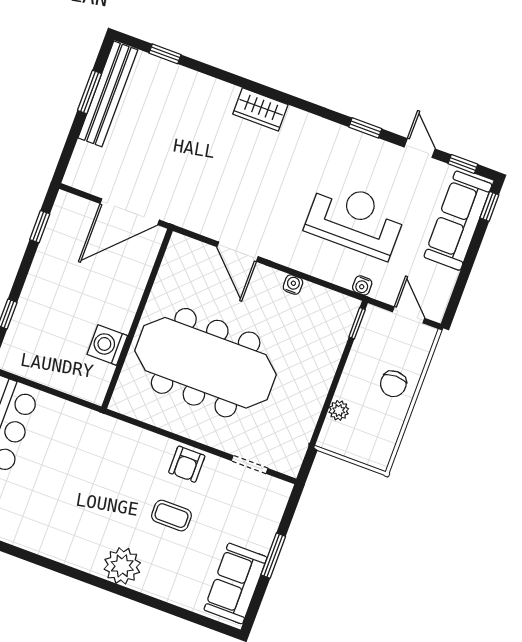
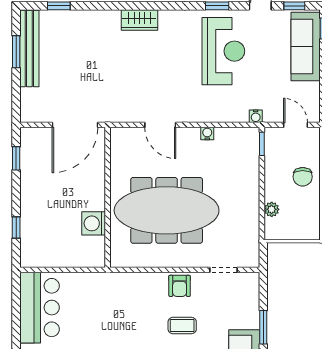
reception desk: (355, 220) -> (223, 51), moved, turned 90

